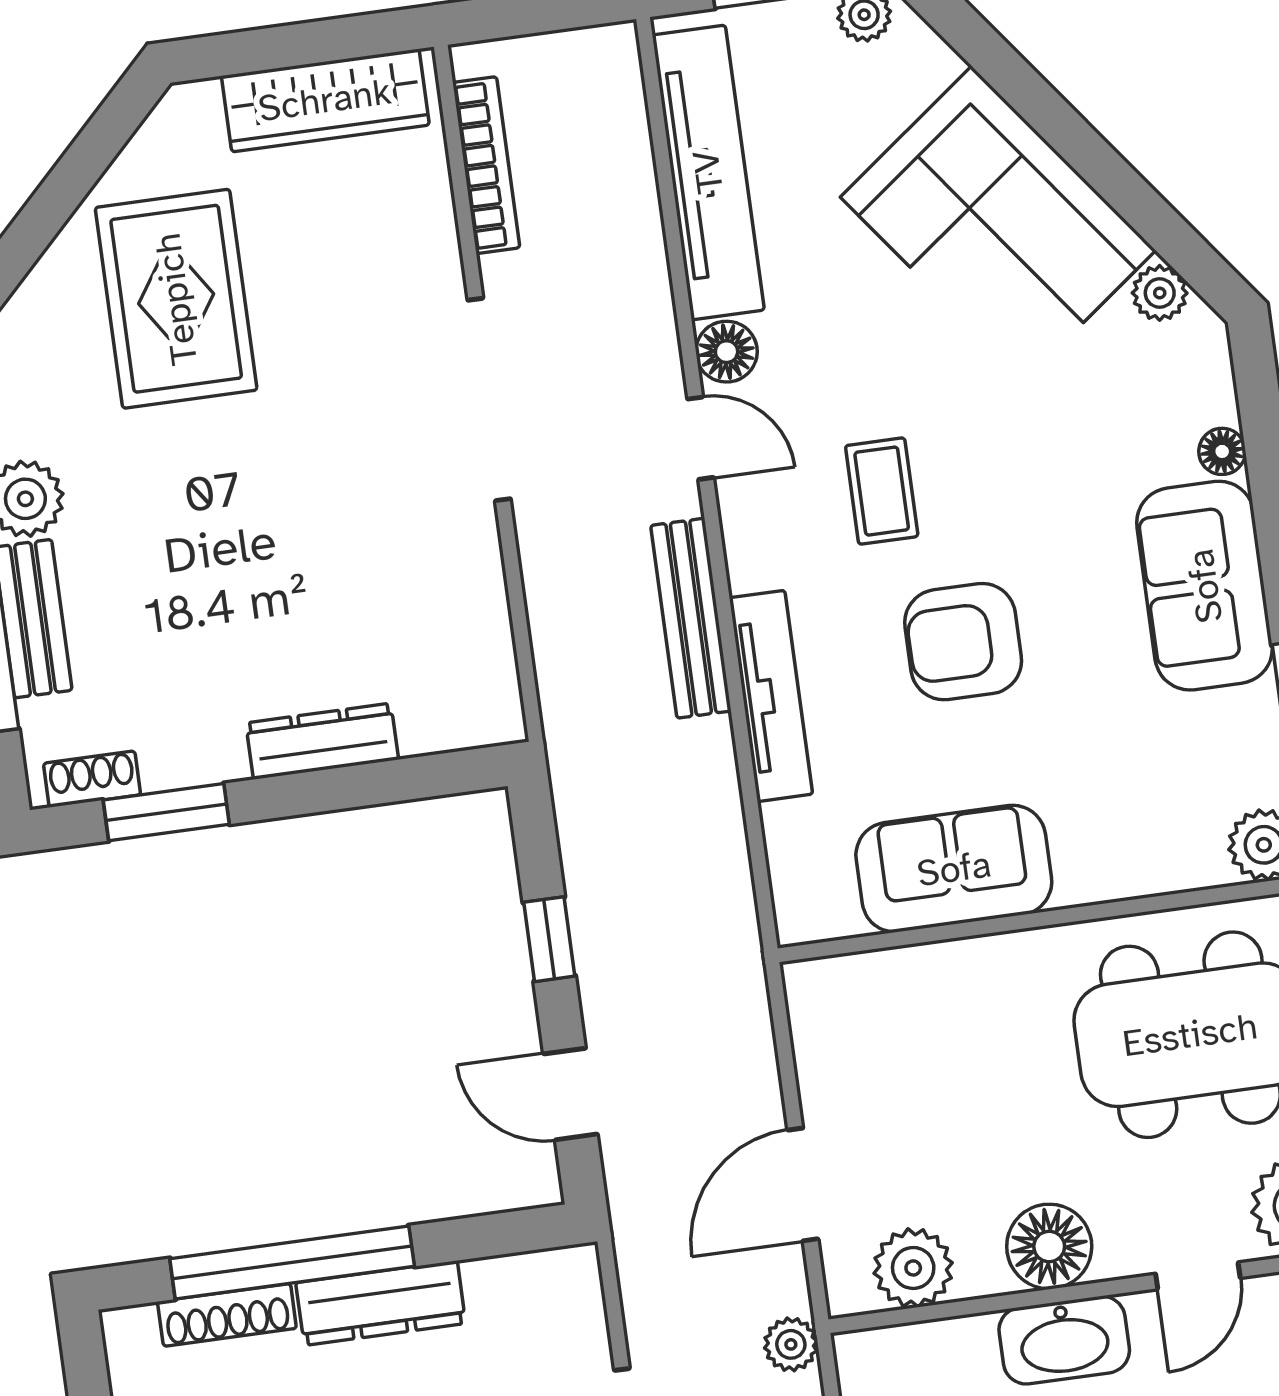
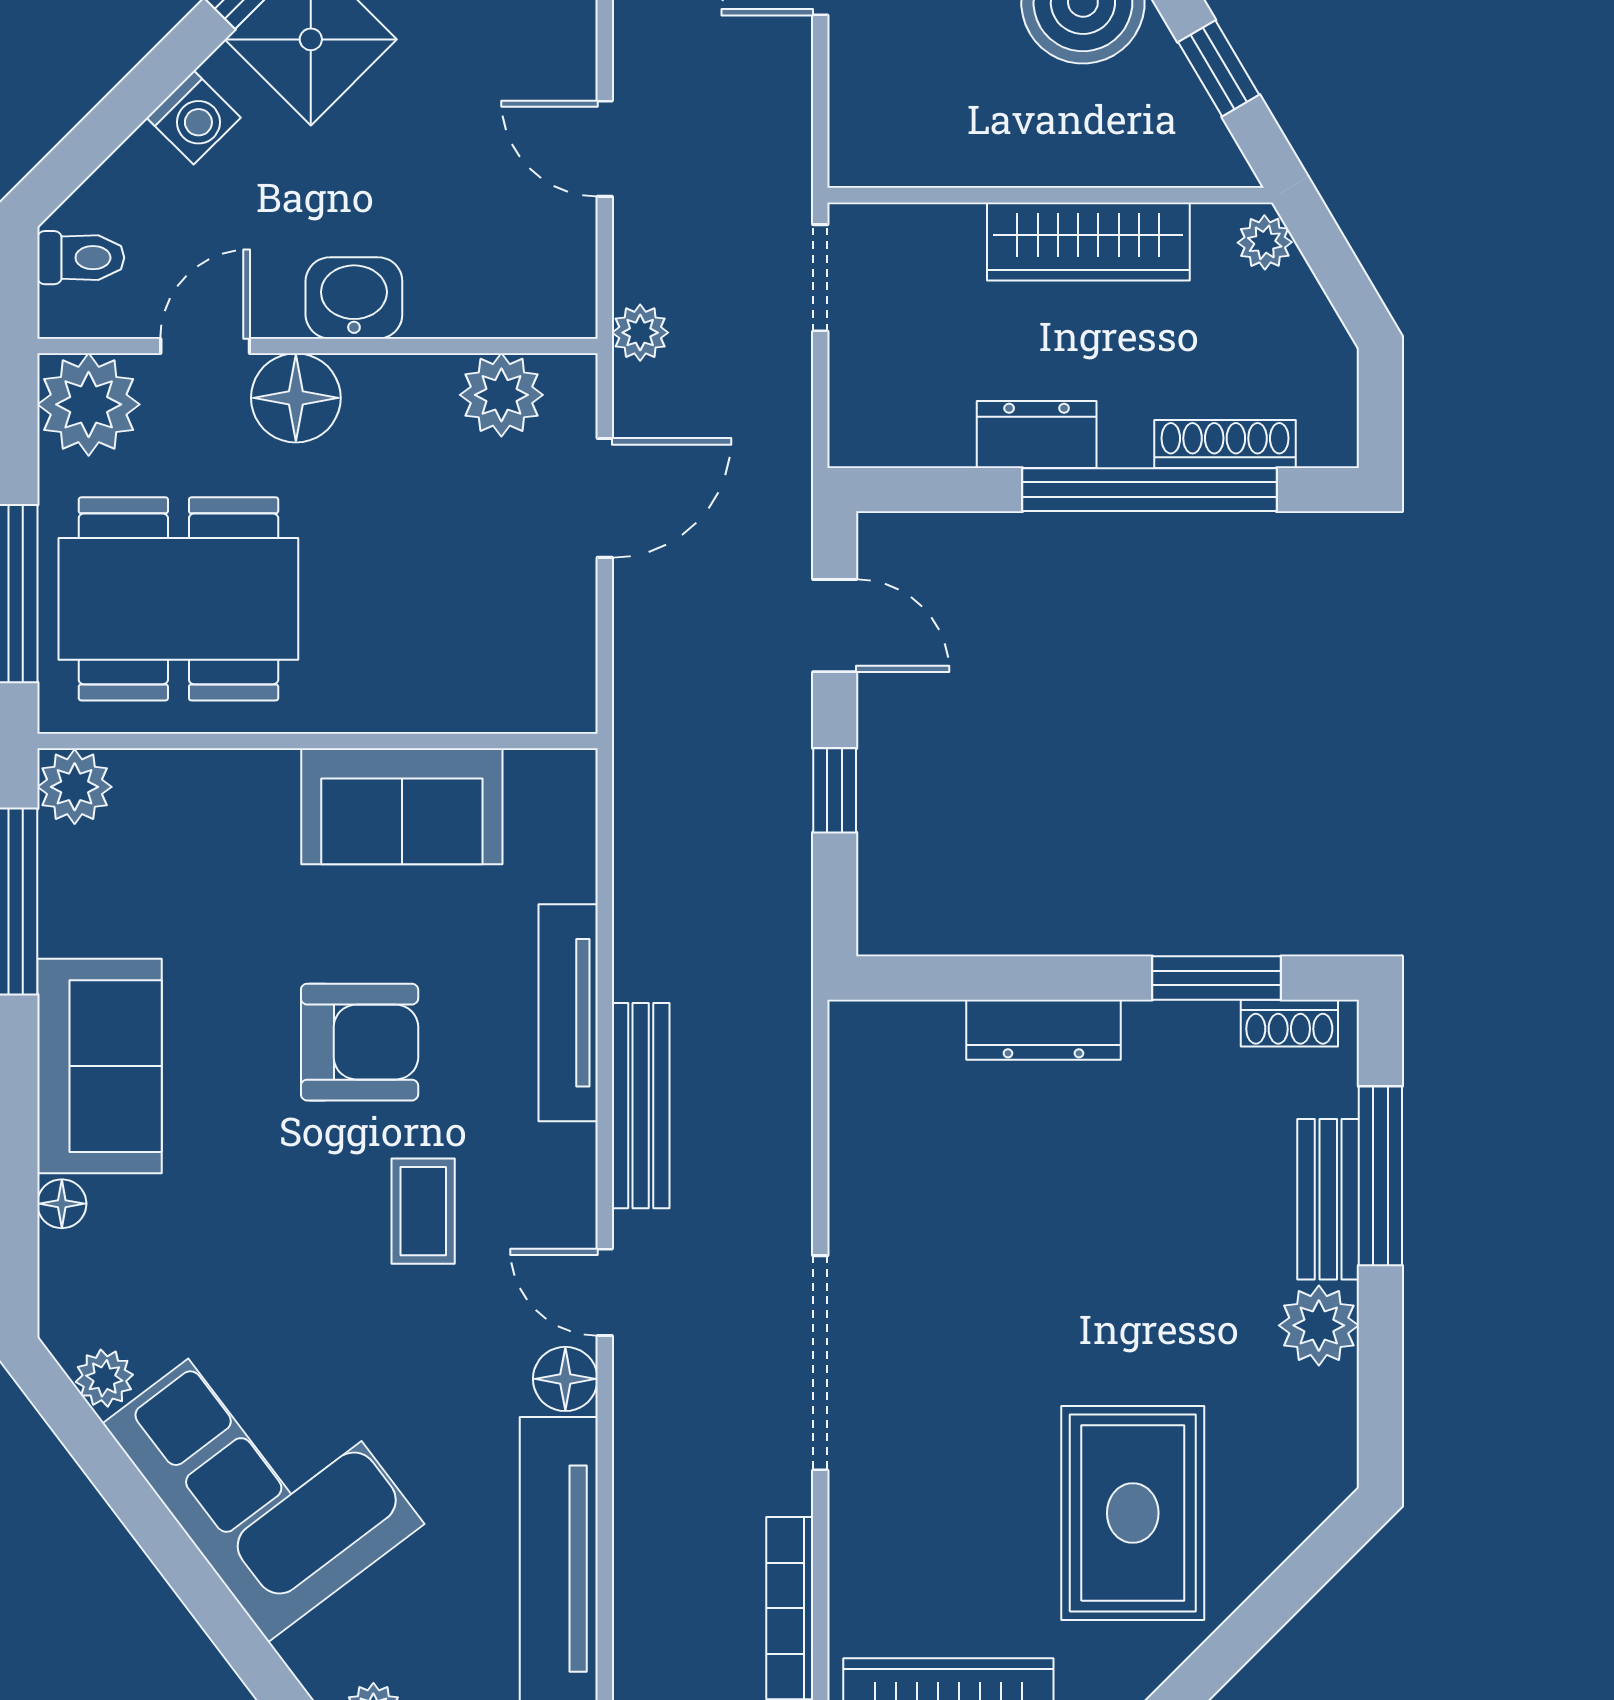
floor lamp: (1049, 1246) -> (296, 398), moved
dresser: (381, 1303) -> (1037, 434), width x0.70
washbasin: (1064, 1340) -> (354, 298), width x0.72

